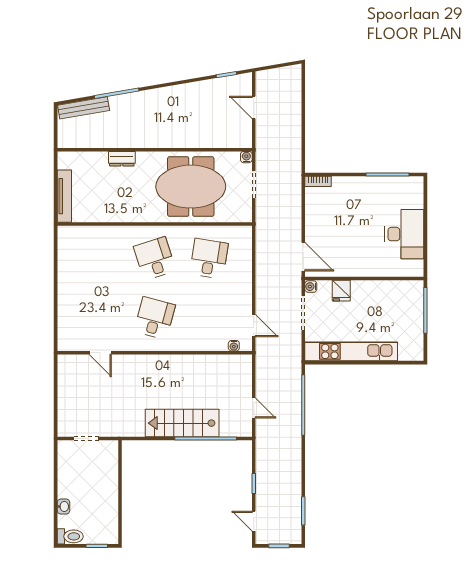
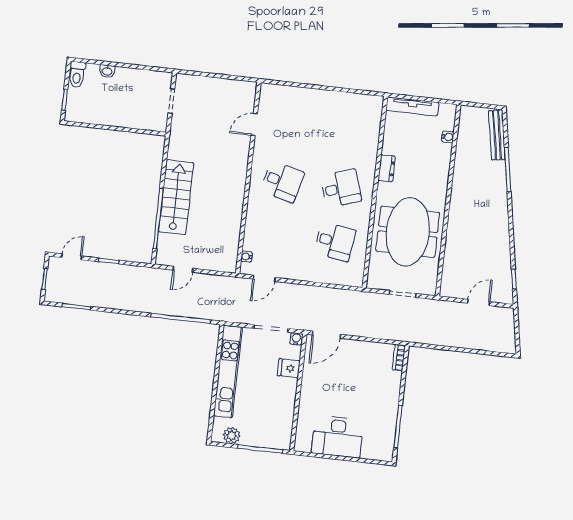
water cooler: (246, 157) -> (448, 137), moved
dresser: (122, 159) -> (387, 168), moved, turned 180
plant: (415, 341) -> (232, 435), added

